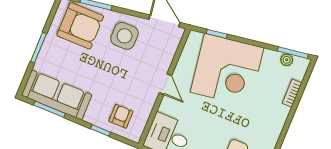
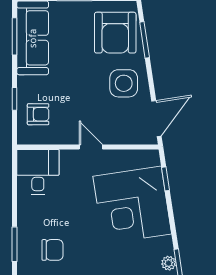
door: (165, 84) -> (91, 147), swing flipped

